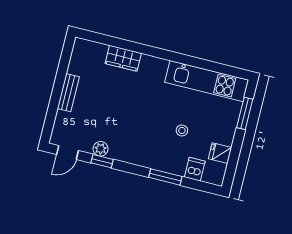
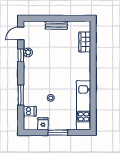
wardrobe: (123, 58) -> (85, 42), moved
window: (245, 113) -> (58, 133), moved
door: (67, 153) -> (21, 33), hinge flipped

